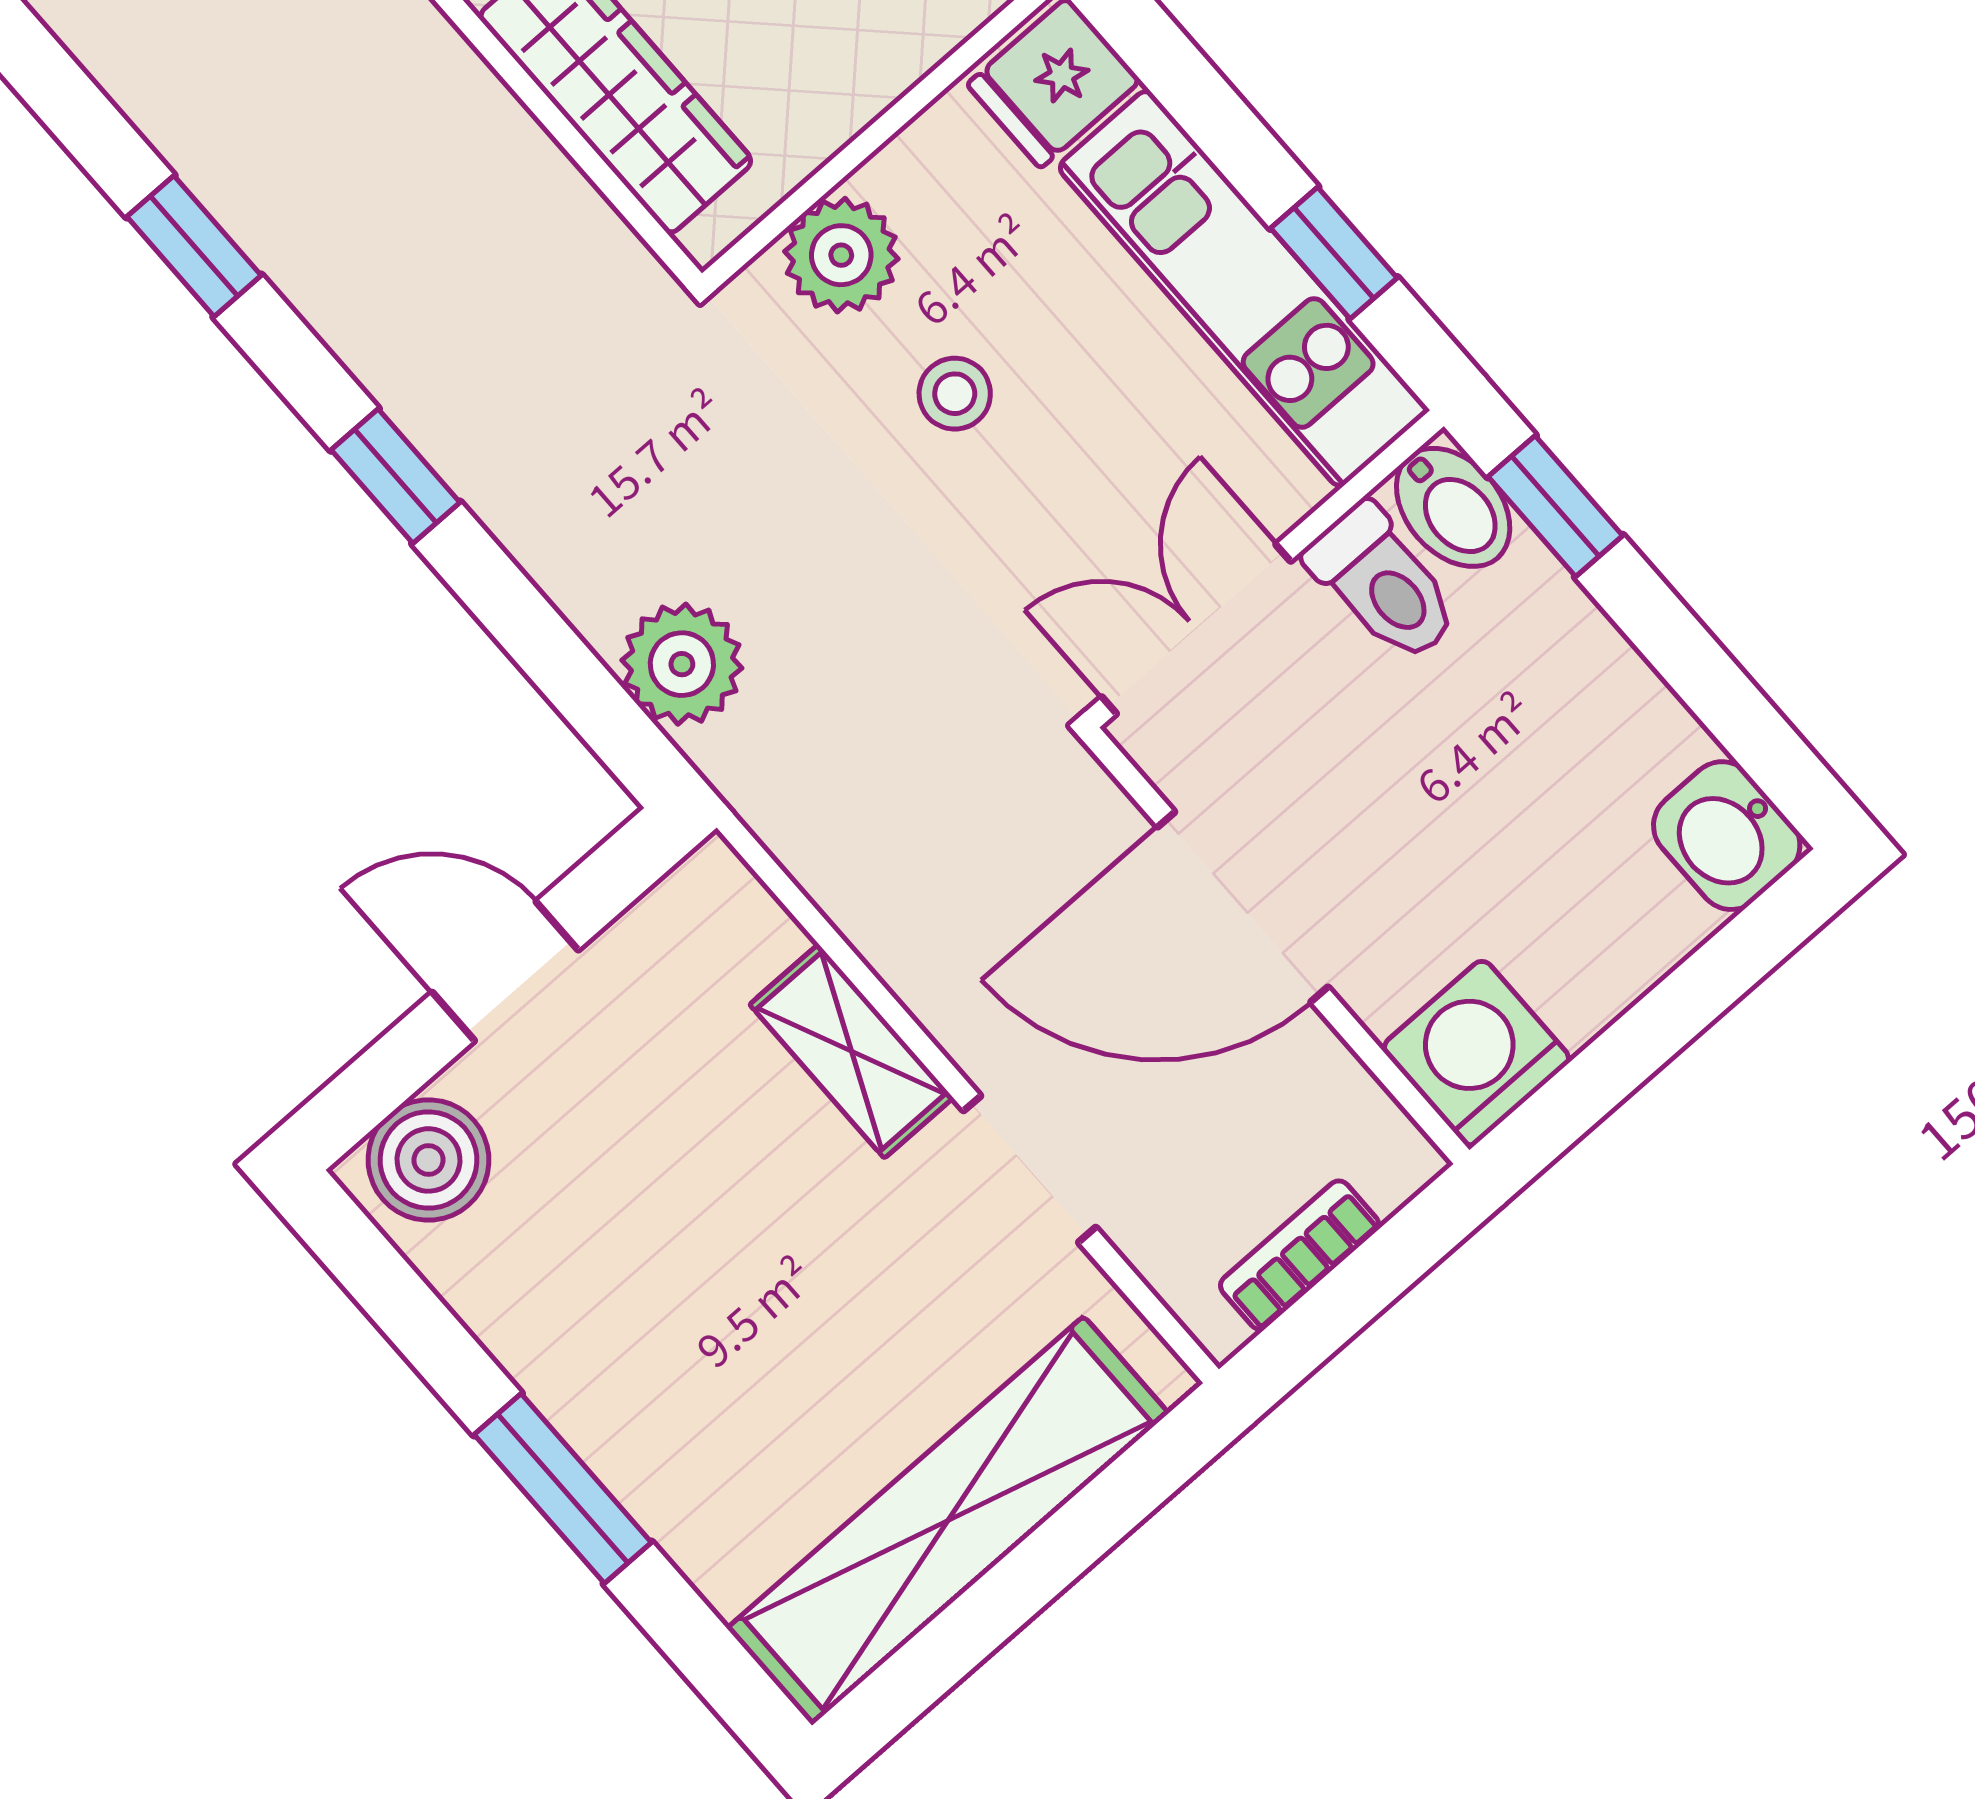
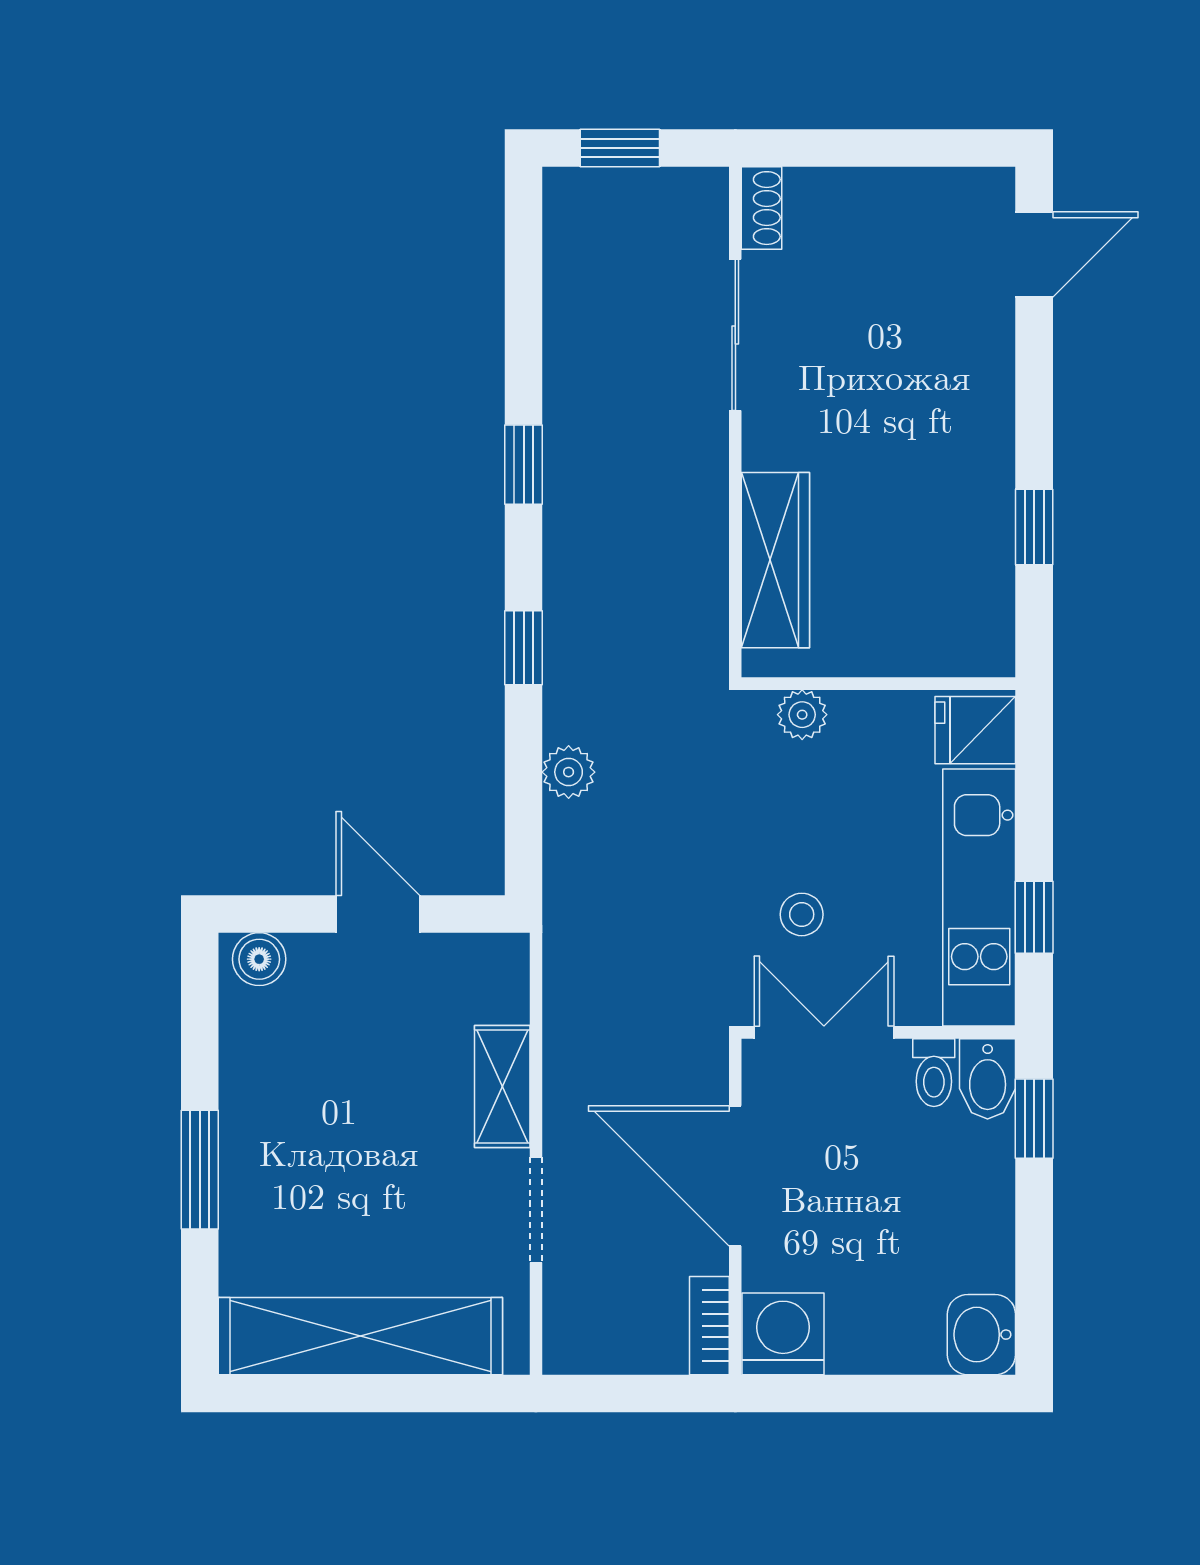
plant: (841, 255) -> (802, 715), width x0.73, depth x0.73
stool: (955, 394) -> (802, 914), moved
toilet: (1383, 584) -> (934, 1073), width x0.73, depth x0.72
plant: (682, 664) -> (569, 772), moved, width x0.73, depth x0.73
boiler: (428, 1160) -> (259, 959), width x0.73, depth x0.73
bookcase: (1300, 1255) -> (709, 1326), moved, turned -90

